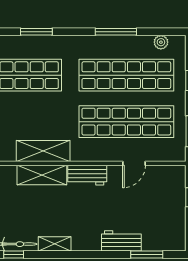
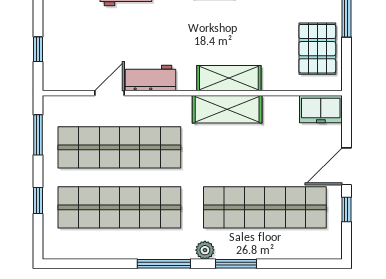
window: (116, 32) -> (164, 264), moved
plant: (161, 42) -> (205, 250), moved
workbench: (87, 175) -> (151, 78), moved

